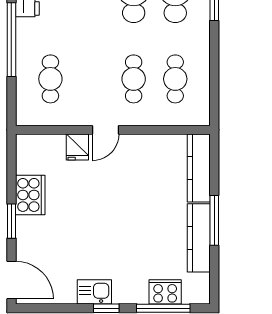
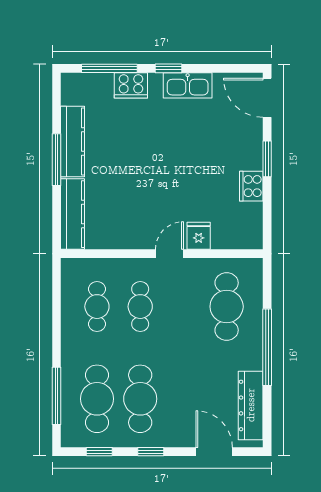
cafe table: (50, 79) -> (227, 307), width x1.37, depth x1.35
cooker: (30, 195) -> (251, 186), width x0.73, depth x0.76
kitchen sink: (94, 292) -> (188, 85), width x1.38
cooker: (165, 292) -> (131, 85), moved

